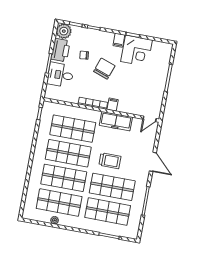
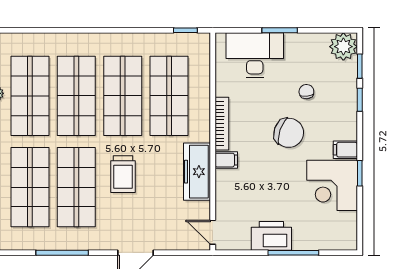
printer: (61, 50) -> (271, 236), moved, turned 180
desk: (60, 75) -> (255, 55), width x1.37

